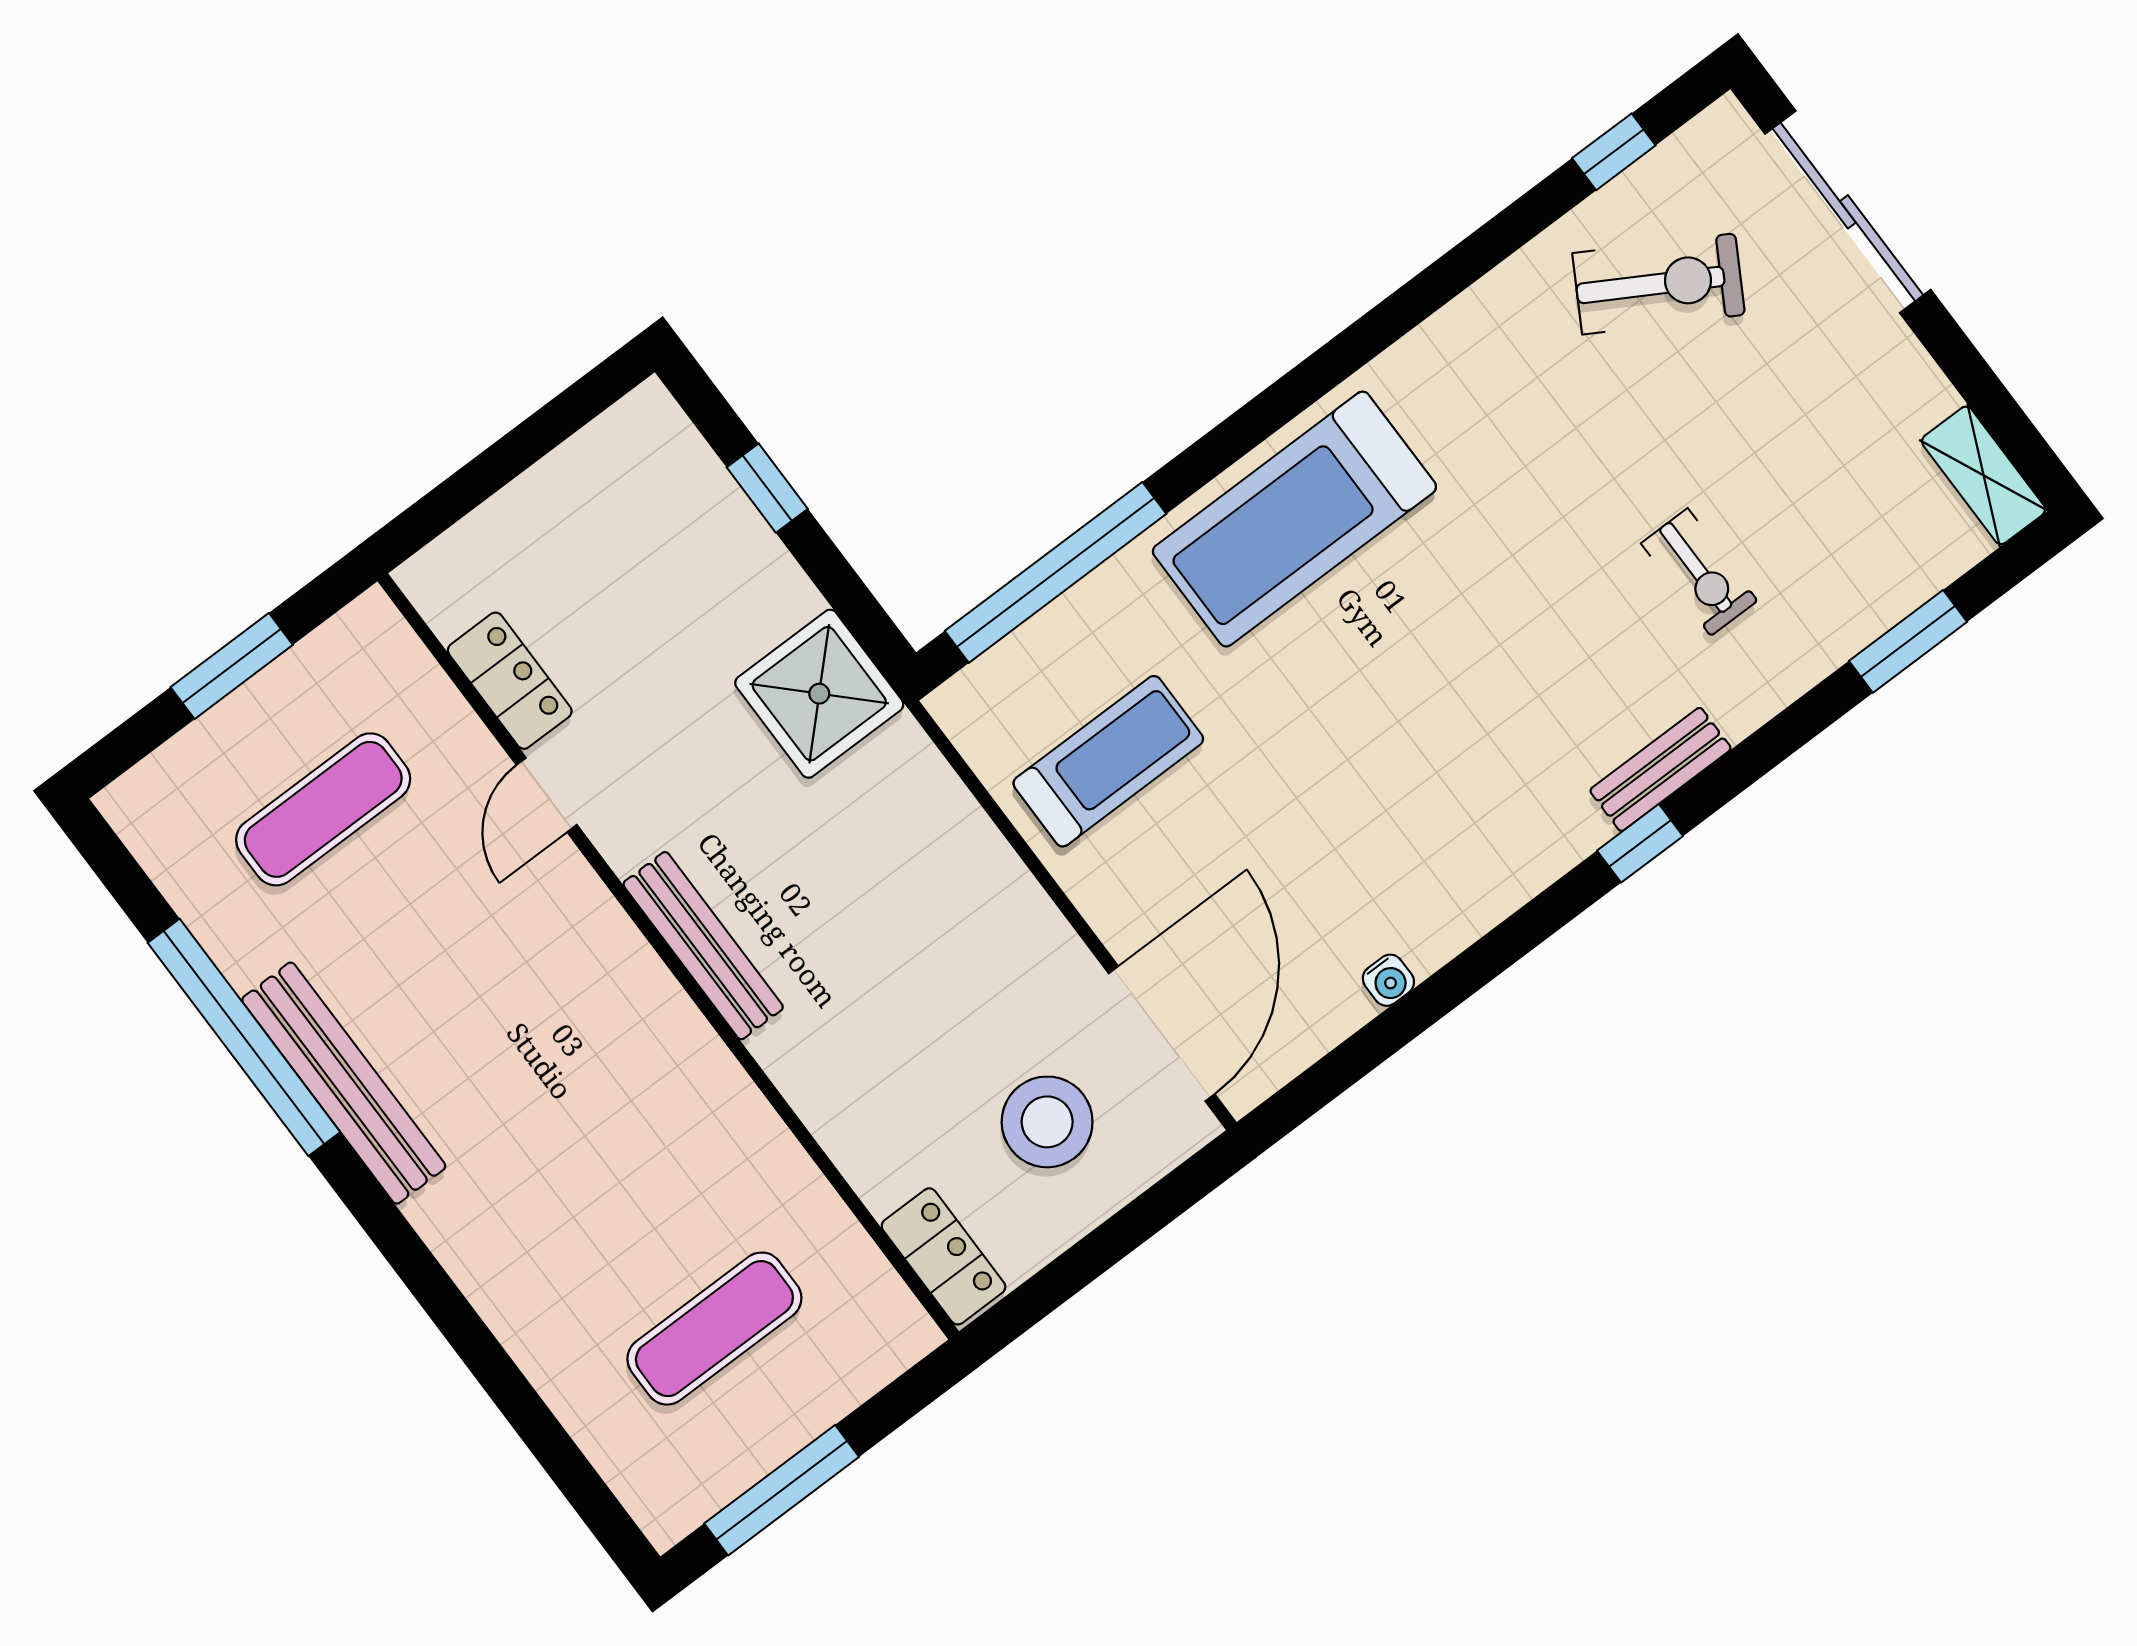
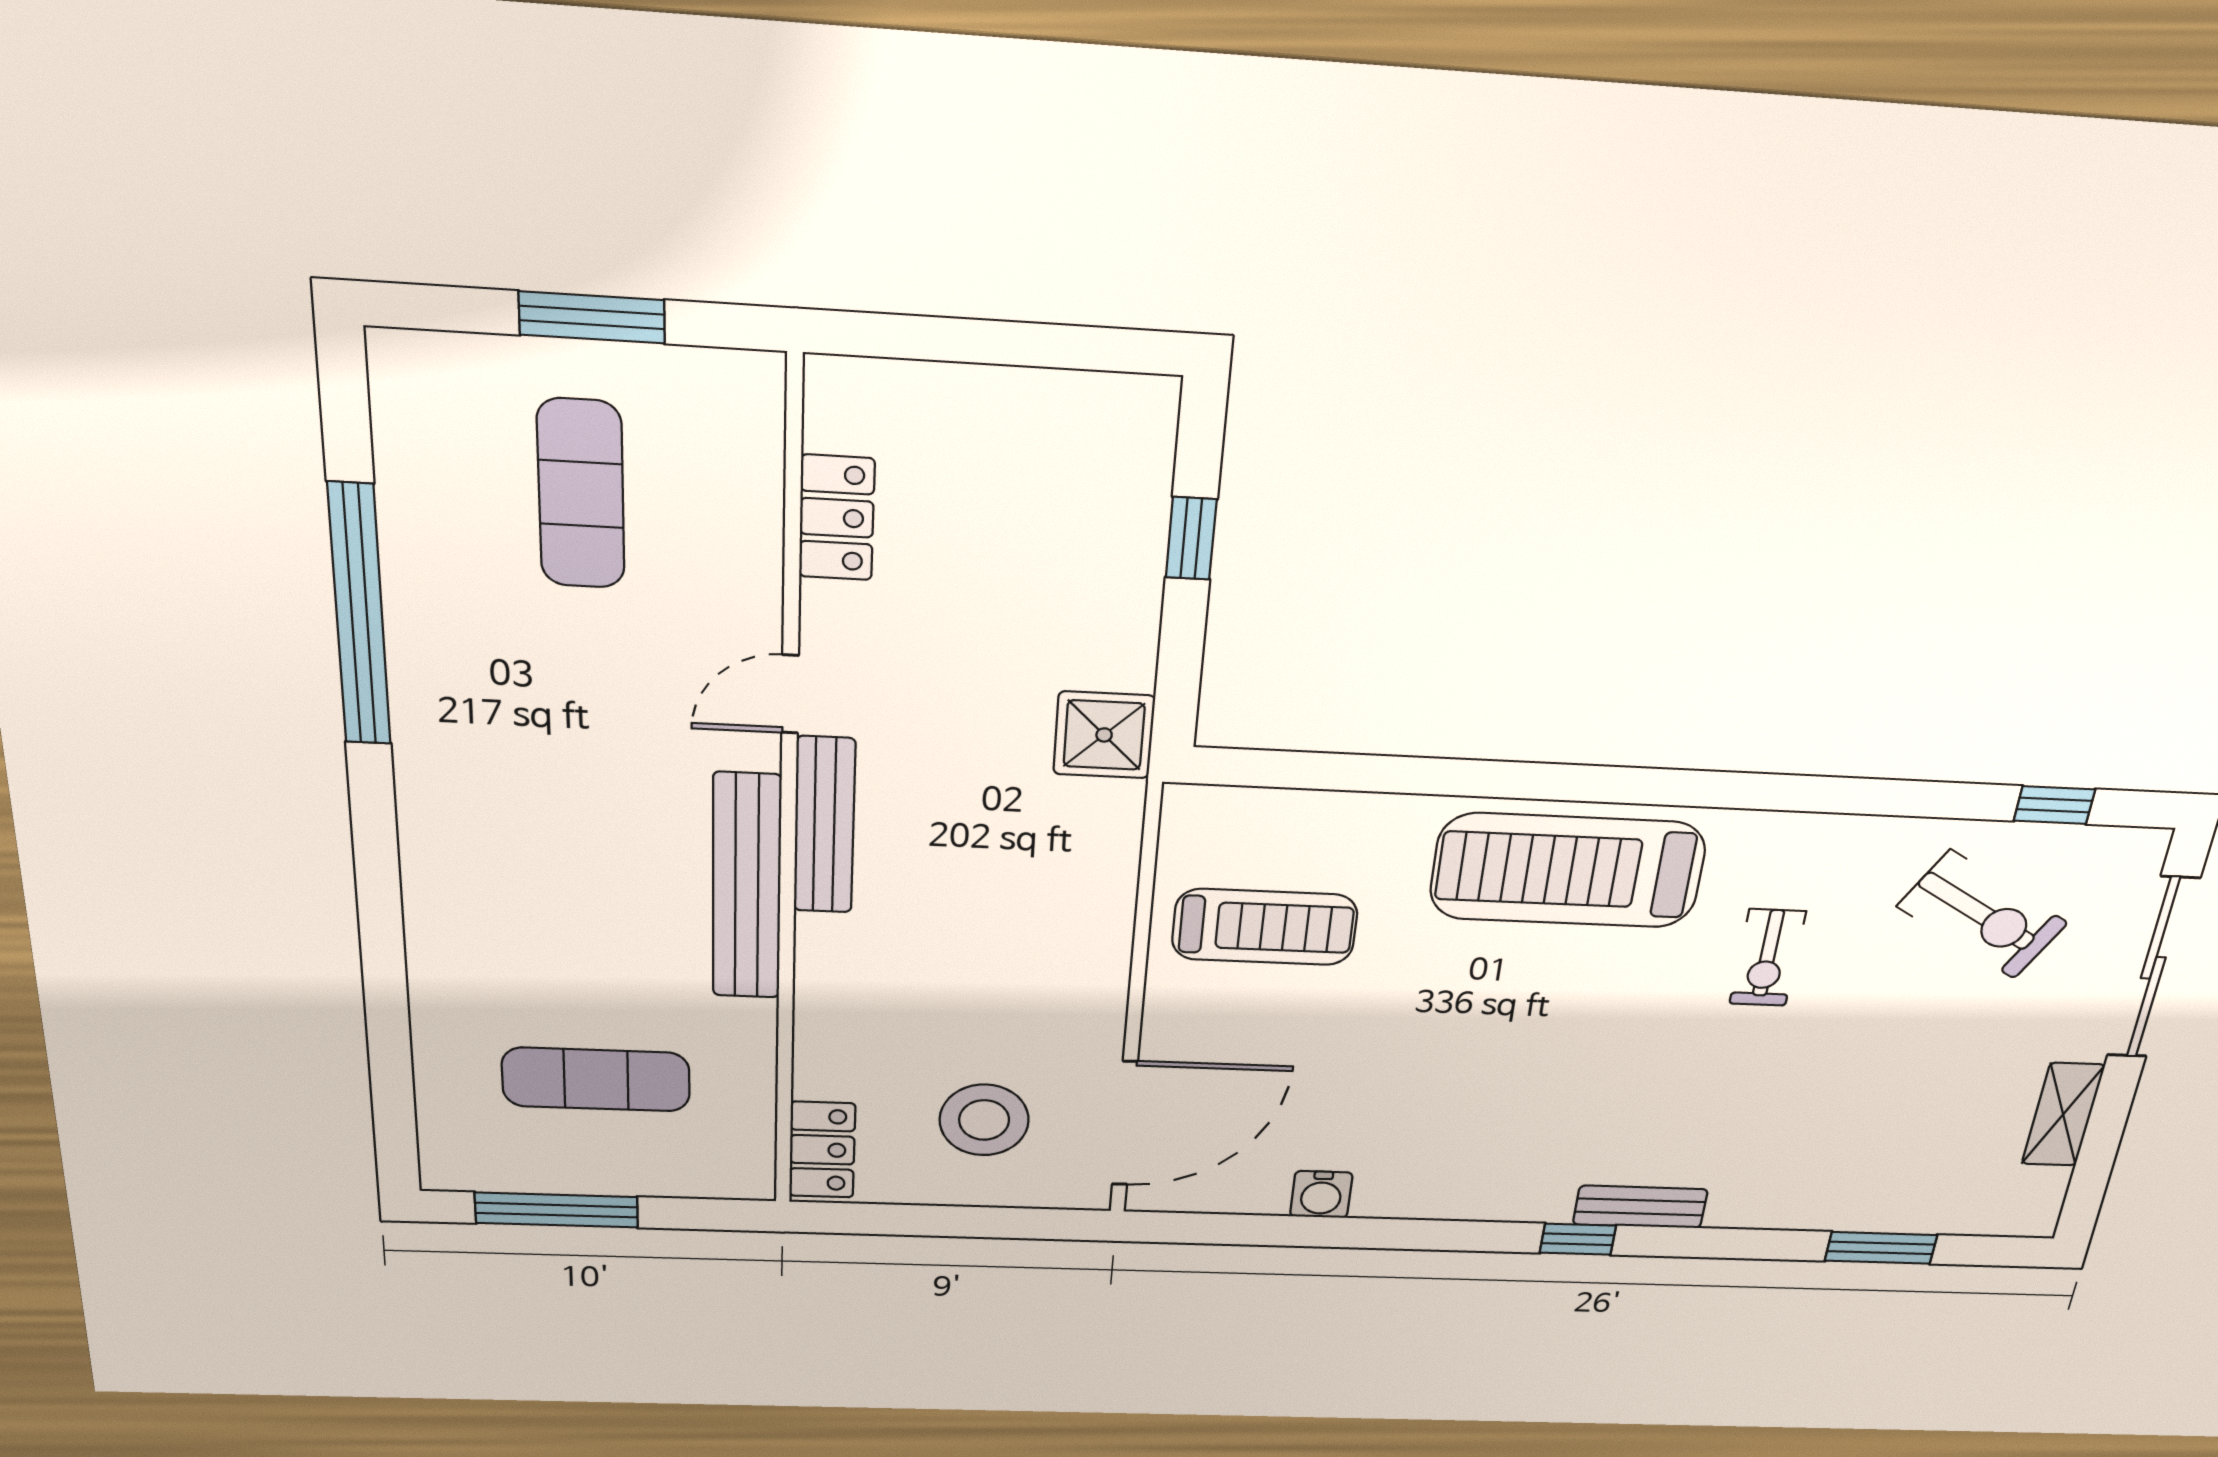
shelving: (1984, 475) -> (2063, 1114), moved
window: (1056, 572) -> (1356, 773), removed
exercise bike: (1699, 572) -> (1767, 958), moved
shower: (819, 694) -> (1104, 735), width x0.73, depth x0.73
door: (547, 795) -> (790, 694), moved
exercise mat: (323, 809) -> (581, 494), turned 90
water cooler: (1388, 980) -> (1321, 1194), width x1.38, depth x1.38
bench: (344, 1083) -> (747, 887), moved

